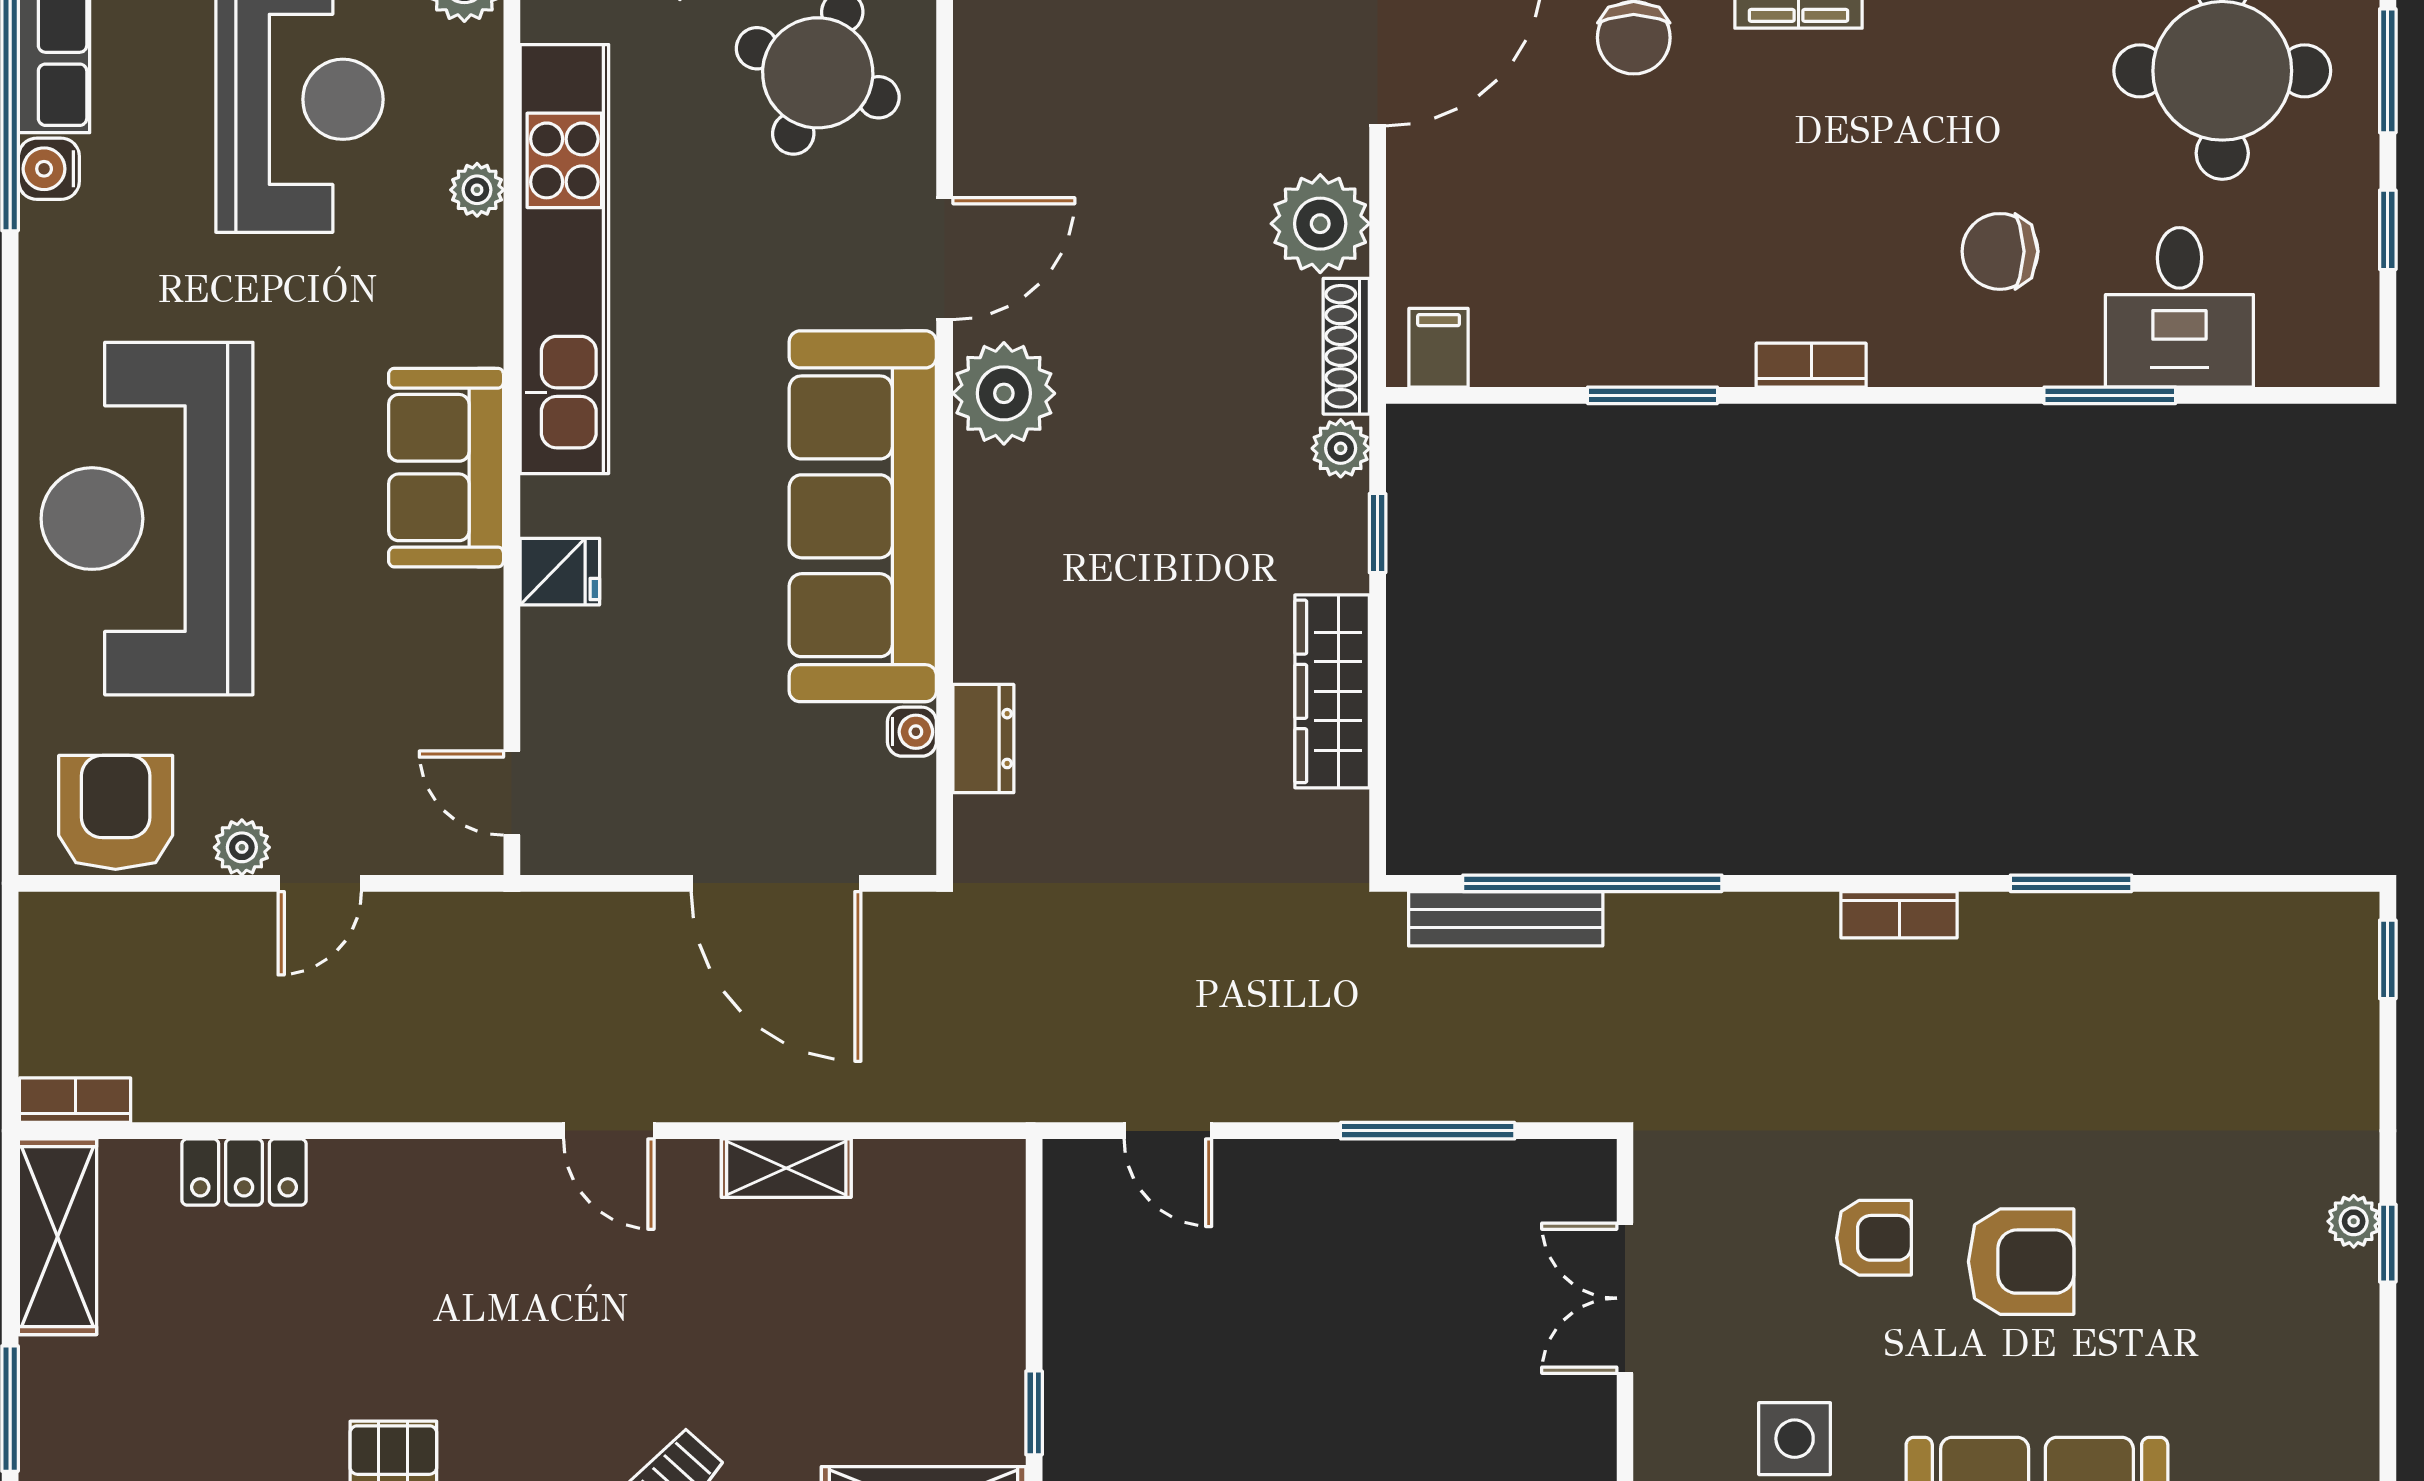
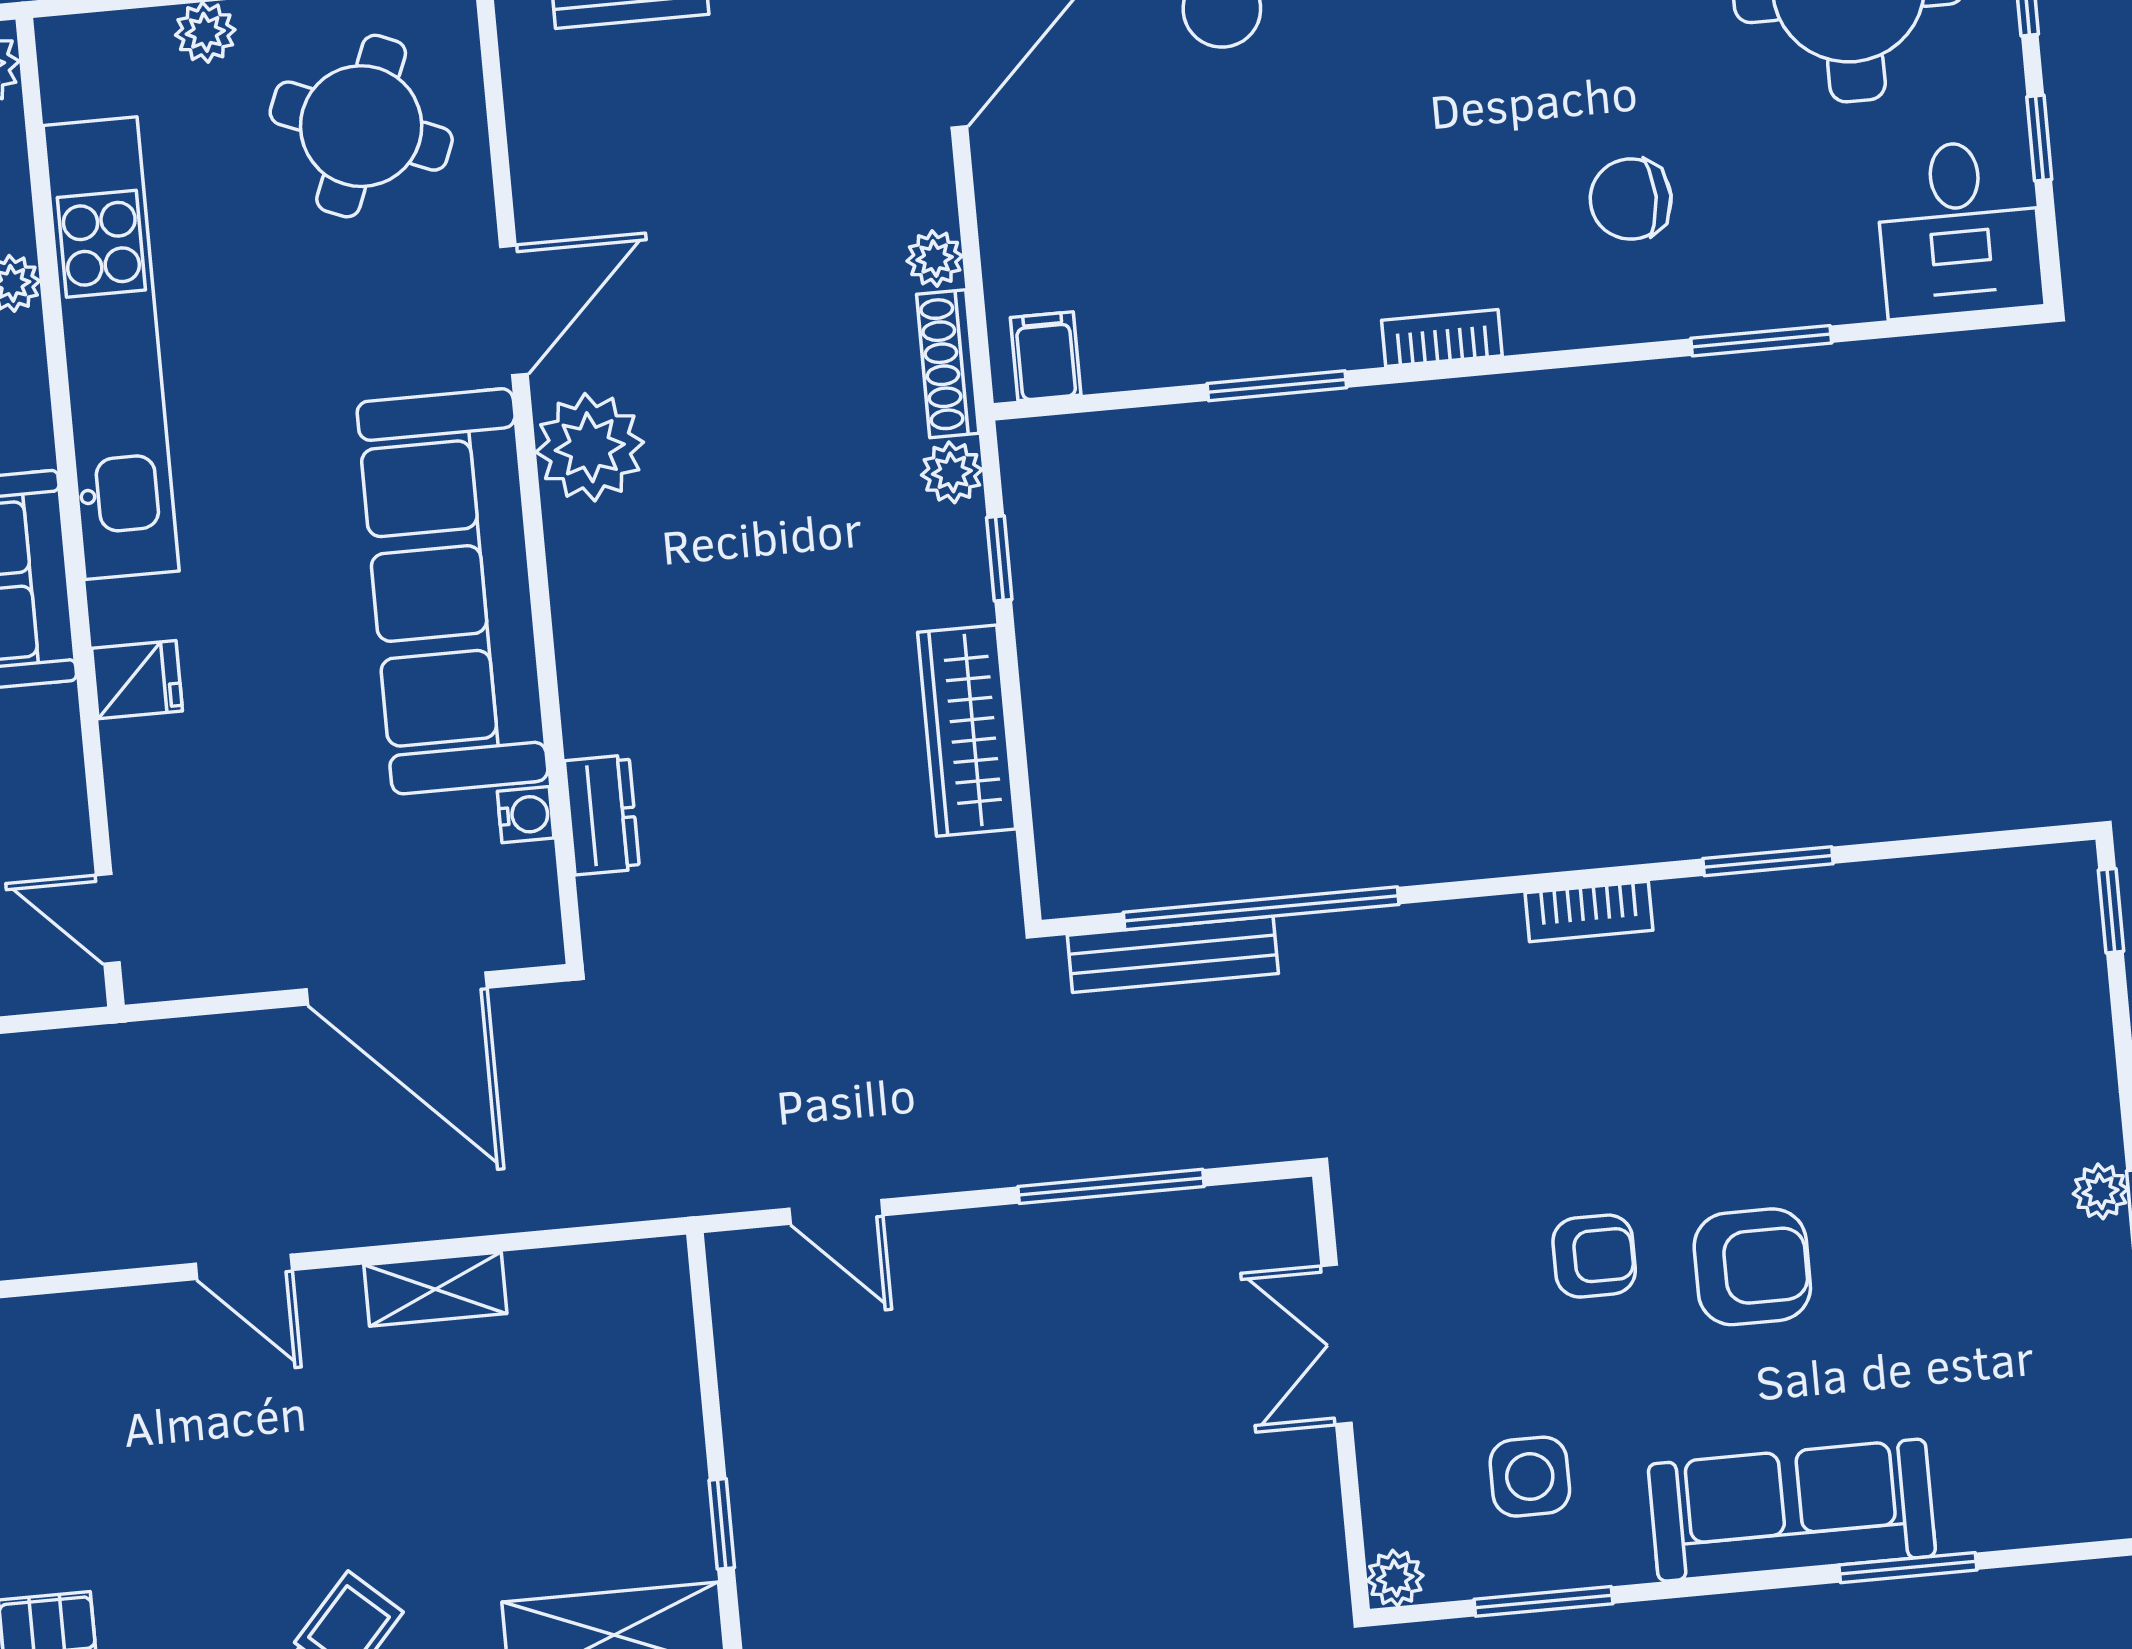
plant: (1320, 224) -> (935, 258), width x0.53, depth x0.53
desk: (2179, 307) -> (1959, 228), moved

